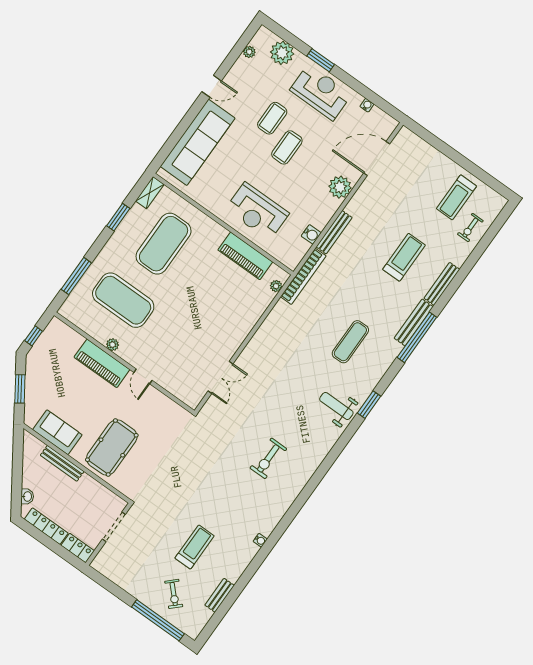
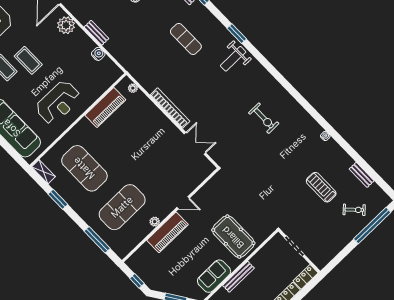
reception desk: (257, 211) -> (58, 102), moved
bench: (334, 232) -> (96, 33), width x0.73
bookcase: (303, 276) -> (170, 108), moved

